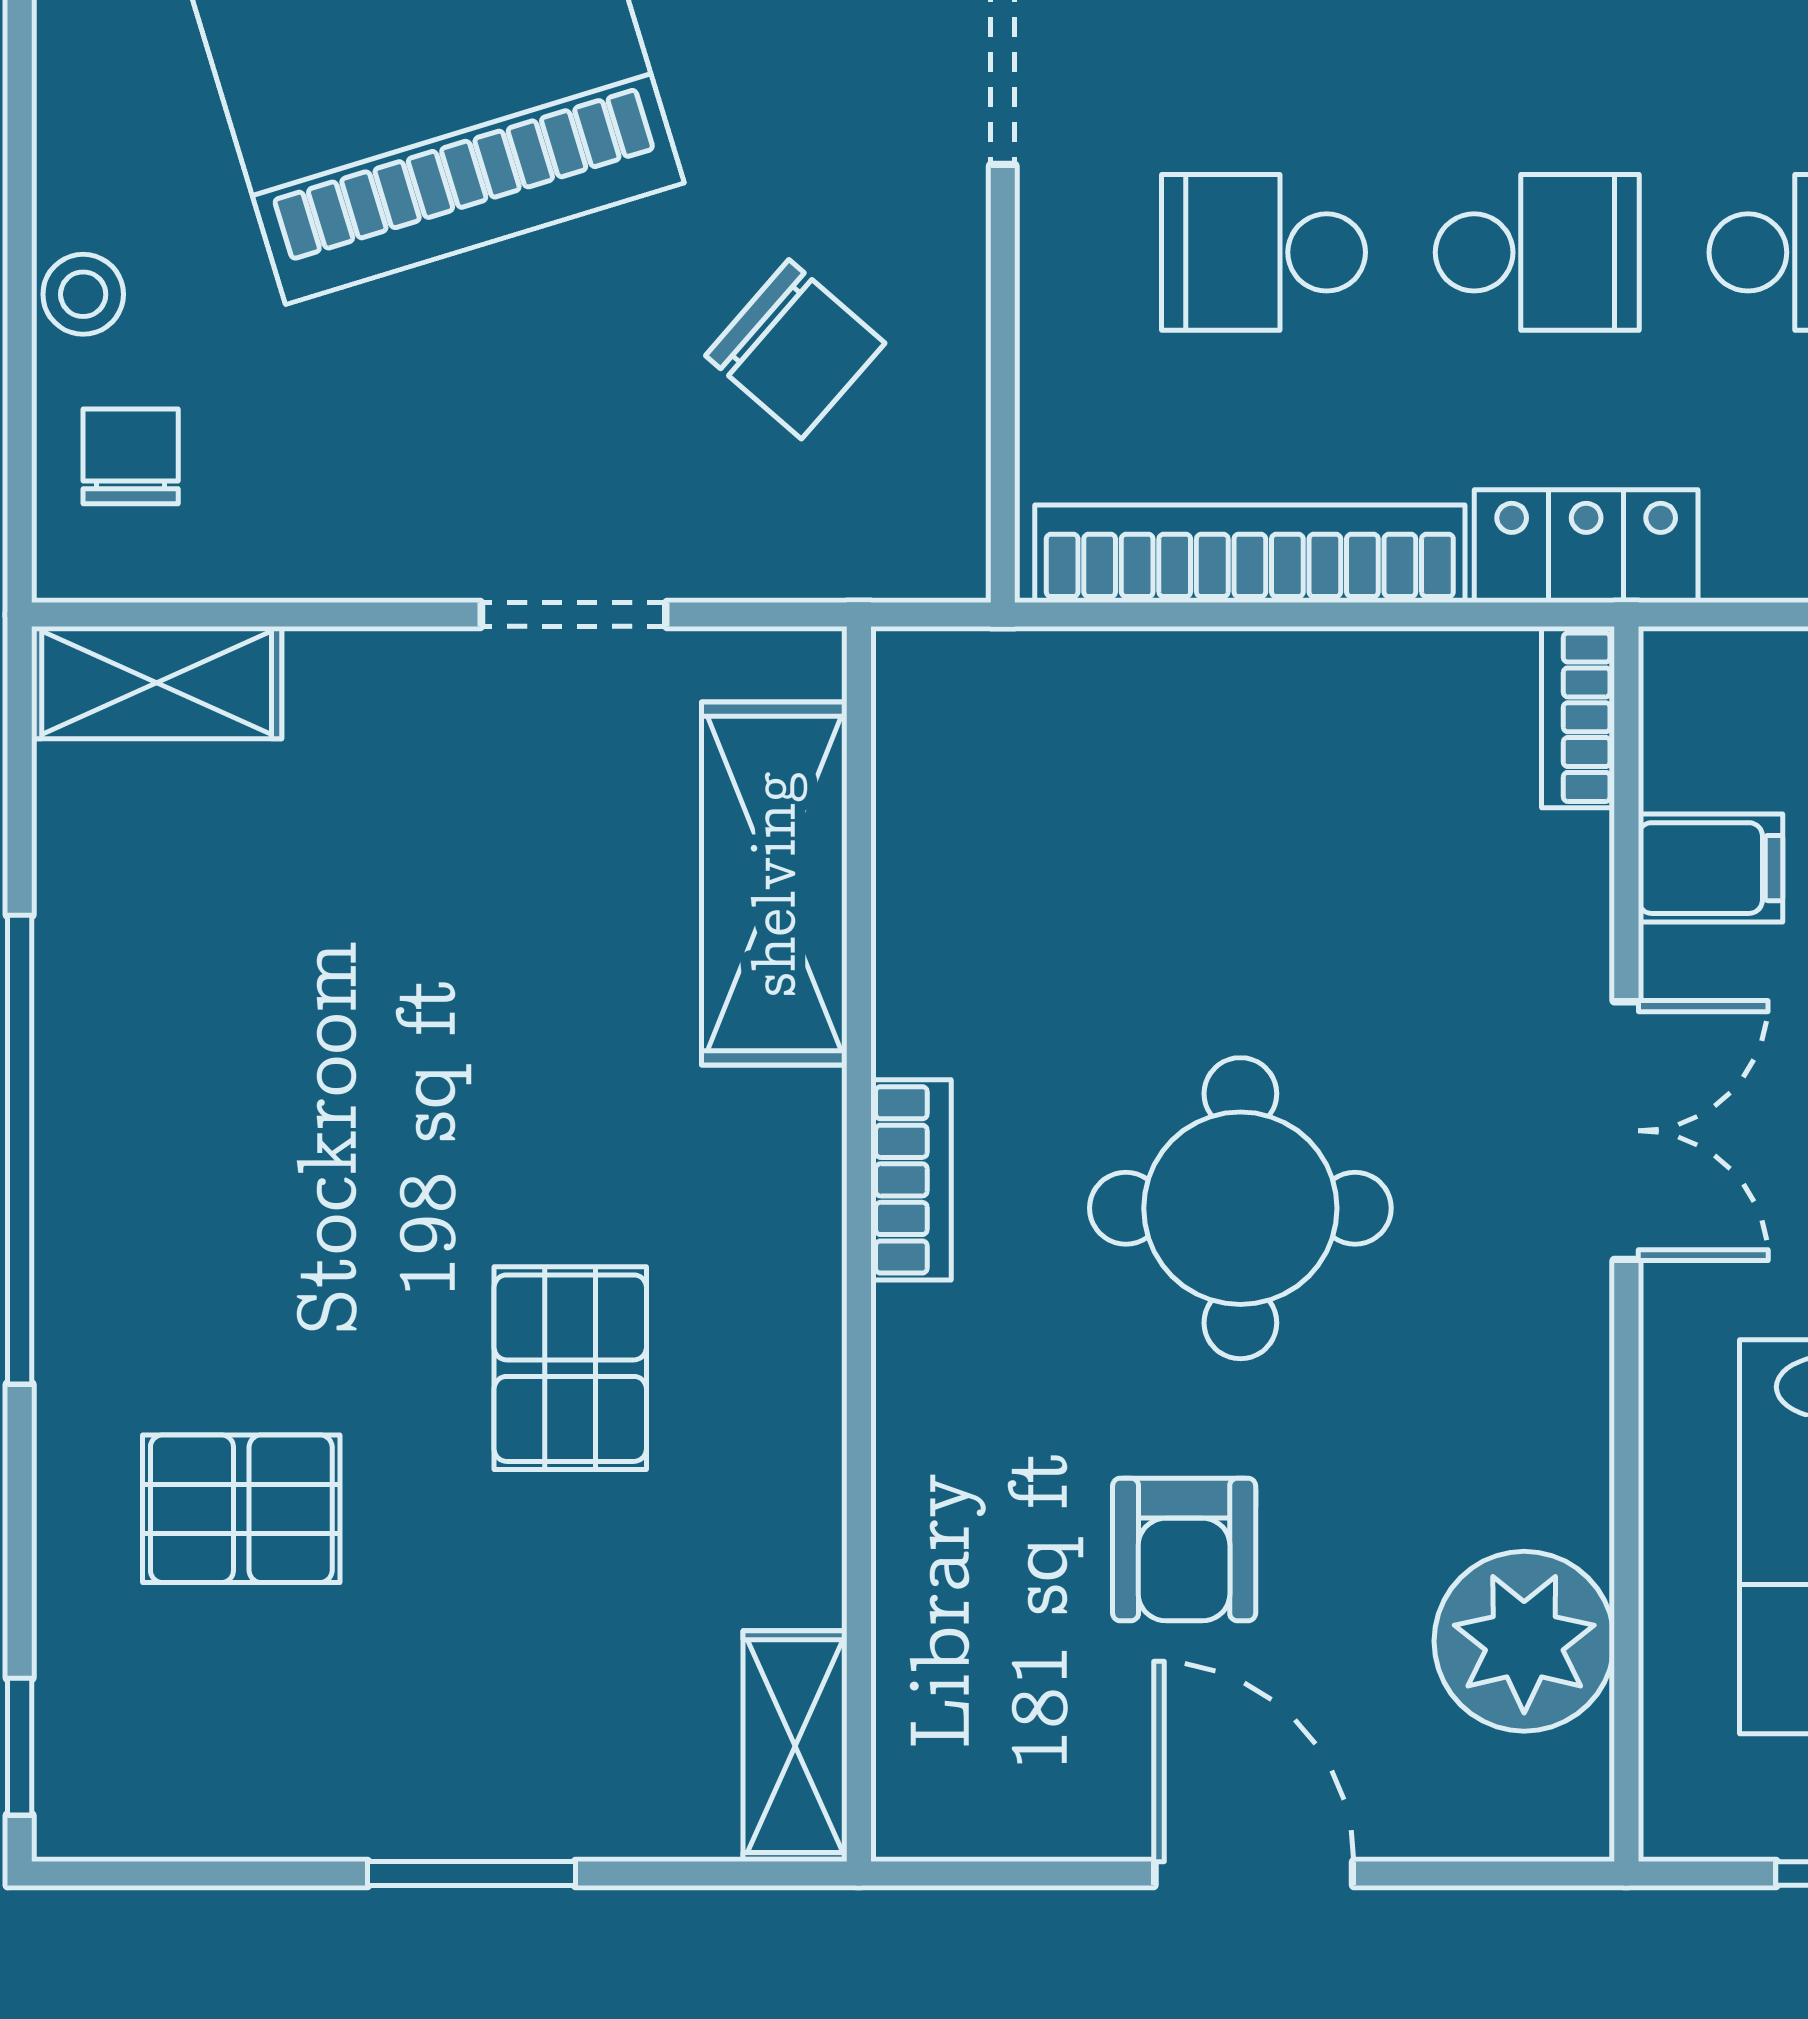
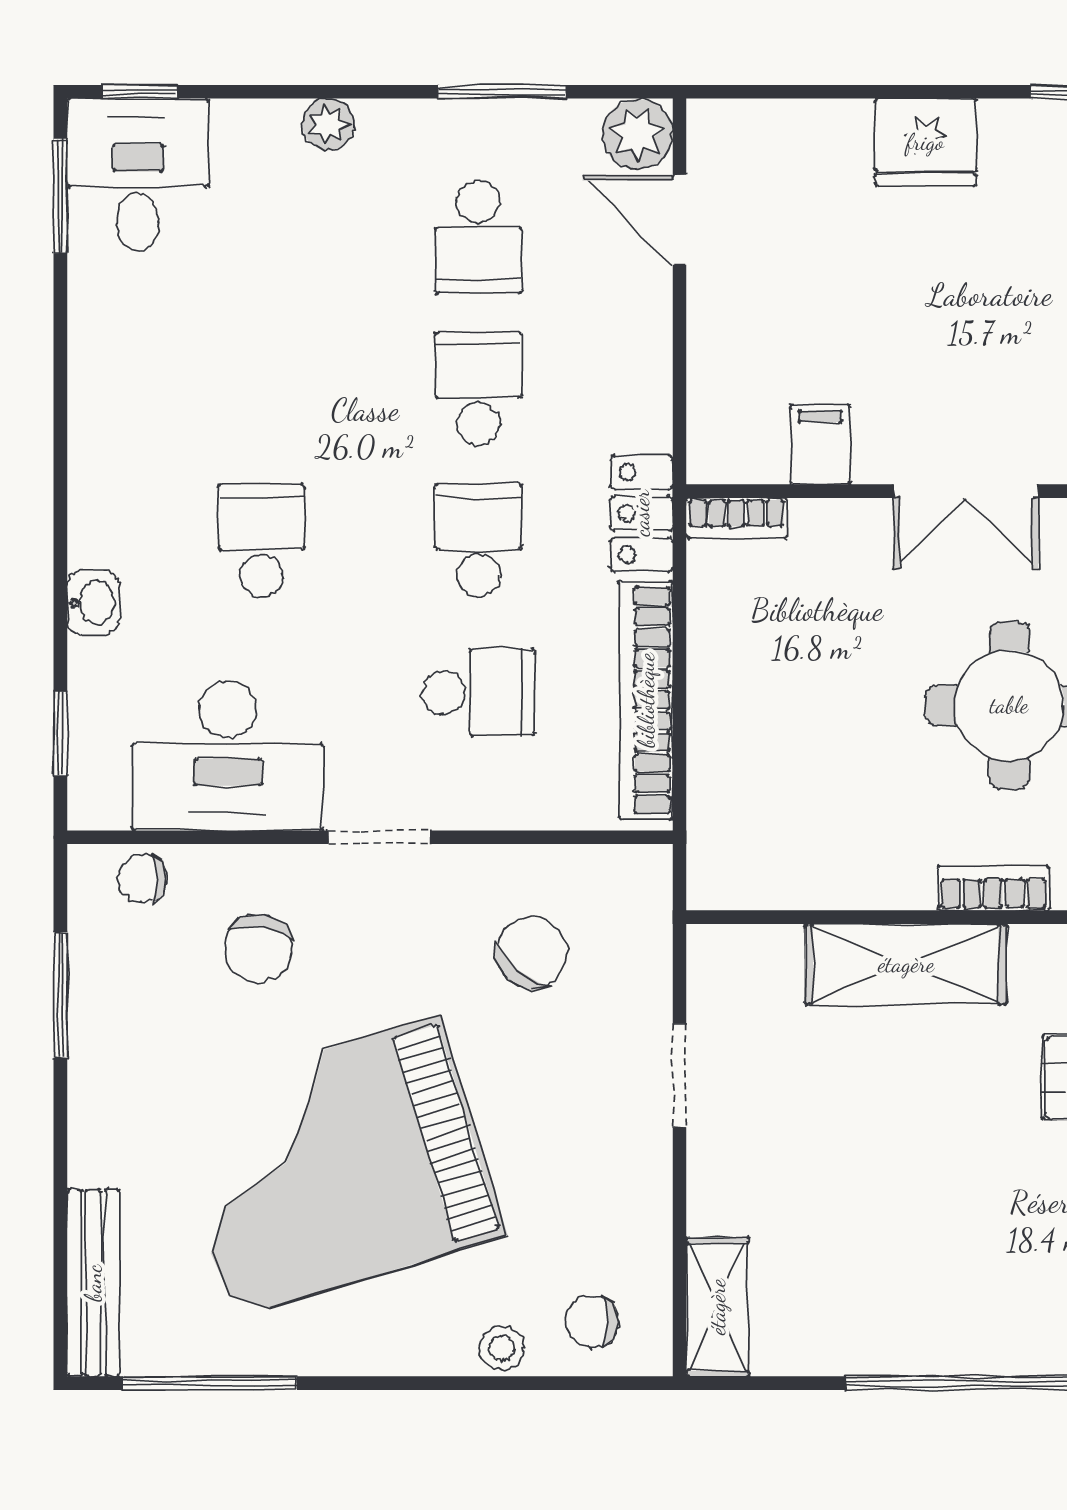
school desk: (1263, 252) -> (478, 693), turned -90
shelving: (774, 884) -> (906, 964), moved
double door: (1626, 1131) -> (966, 491), swing flipped

